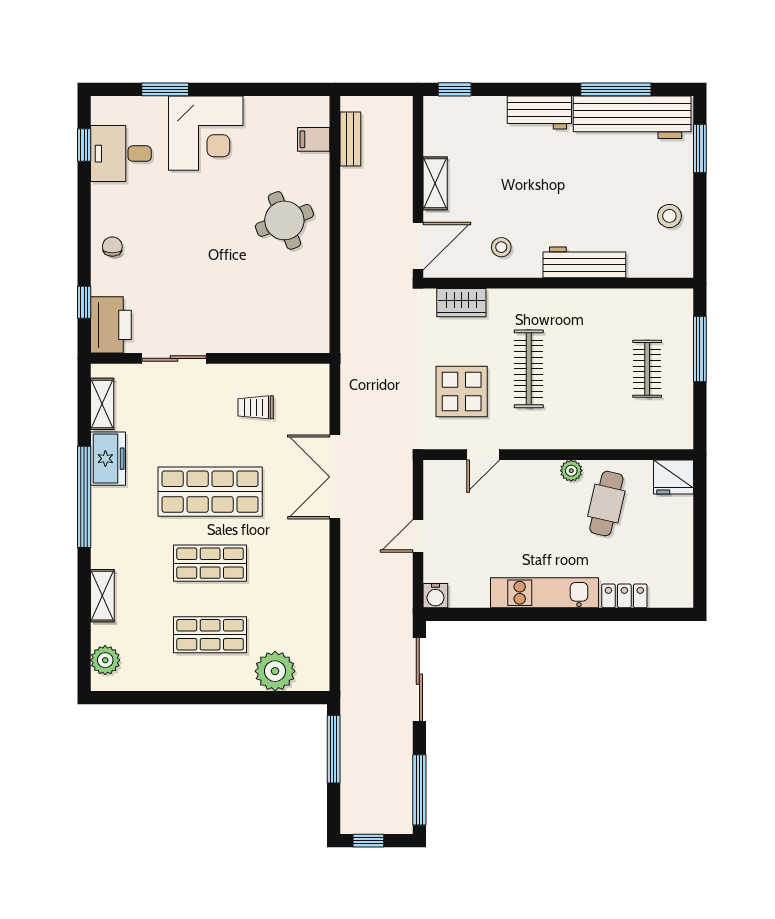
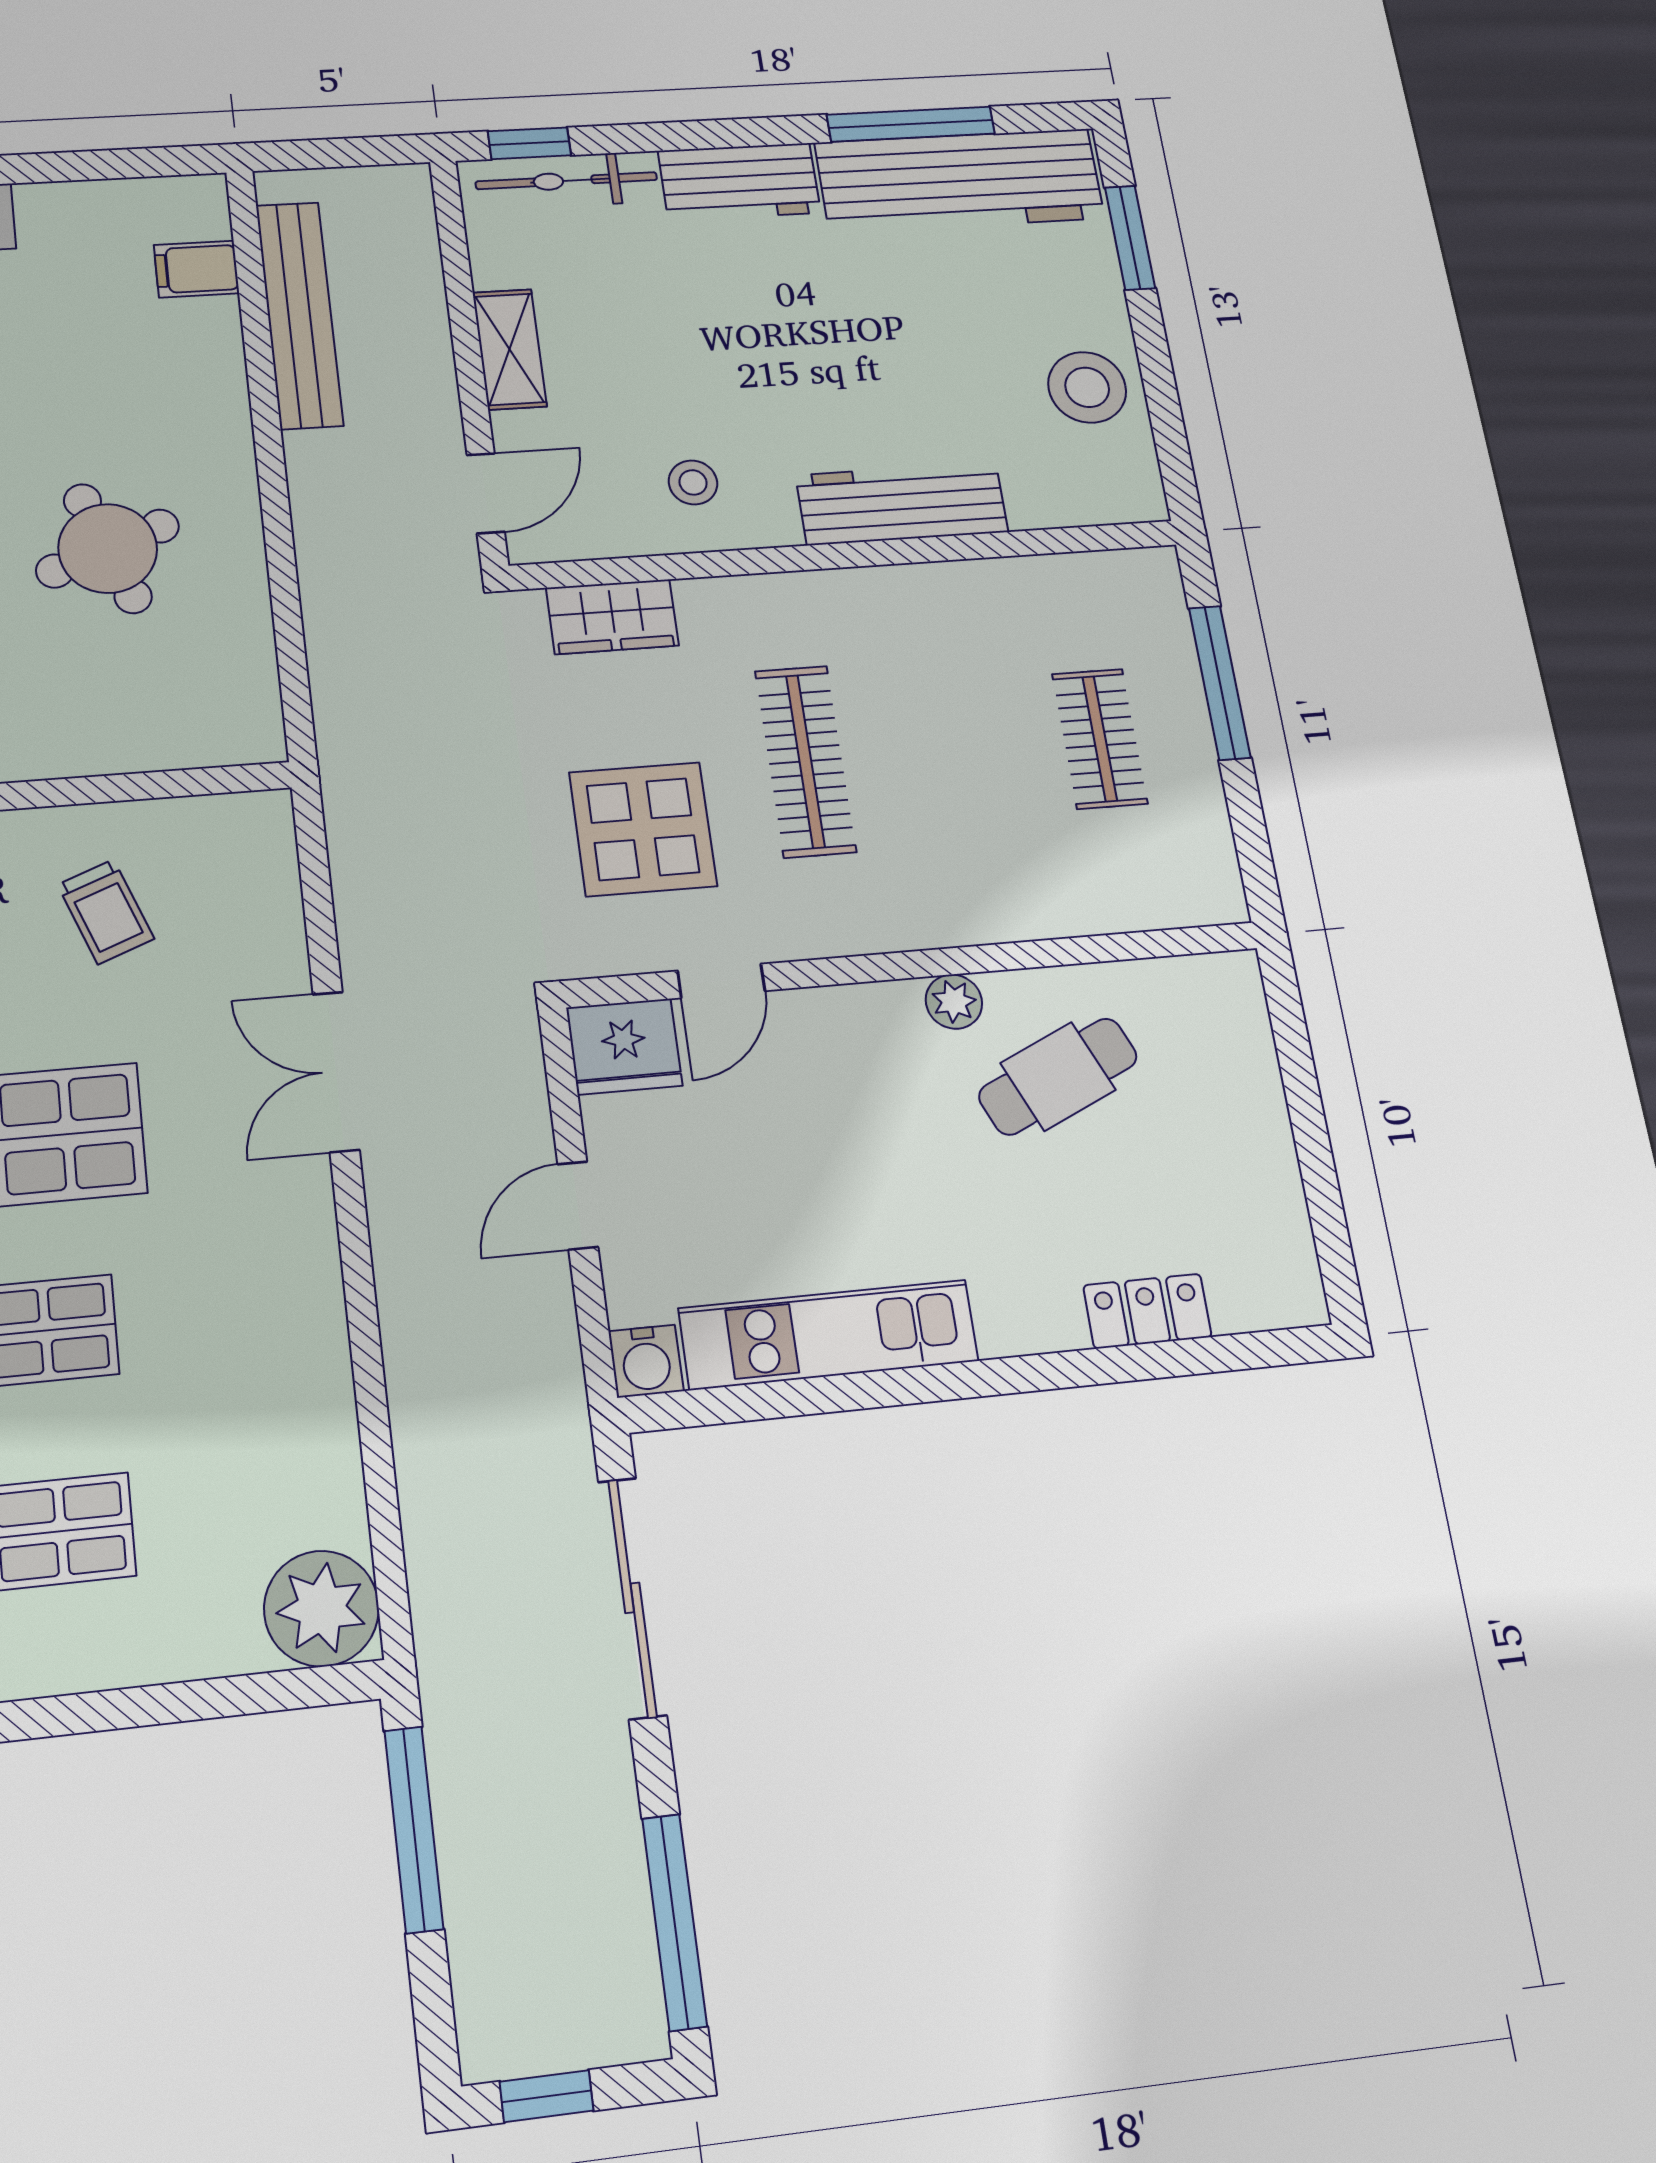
bicycle: (468, 108) -> (566, 181), added
bench: (350, 139) -> (299, 315), width x1.86, depth x1.21
stool: (669, 216) -> (1087, 387), width x1.38, depth x1.38
round table: (284, 220) -> (108, 548), moved
door: (418, 246) -> (486, 493), width x0.73
trolley: (256, 407) -> (106, 912), turned -111
double door: (335, 477) -> (336, 1072), width x0.73
fridge: (674, 477) -> (624, 1047), moved
cafe table: (606, 504) -> (1058, 1076), turned 53
kitchen unit: (544, 593) -> (829, 1335), moved
plant: (275, 671) -> (321, 1608), moved

